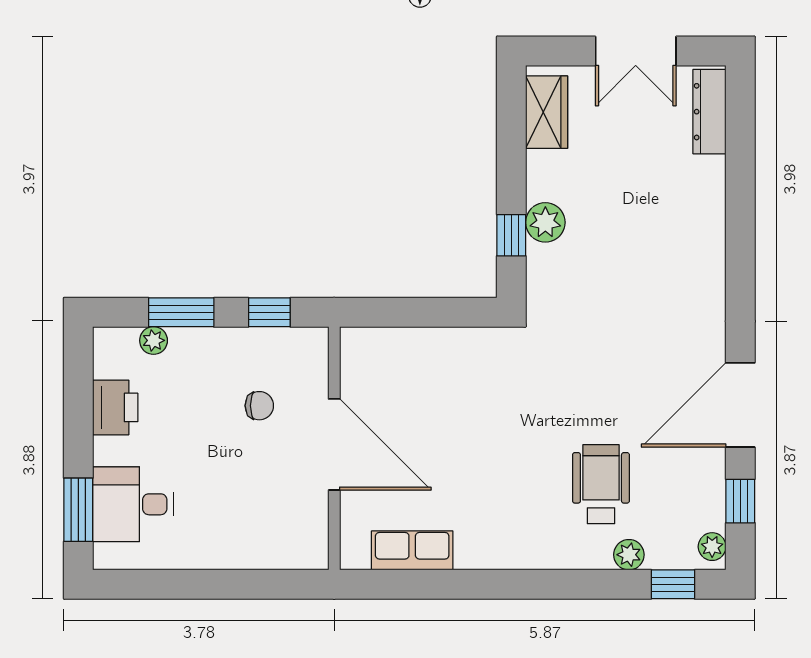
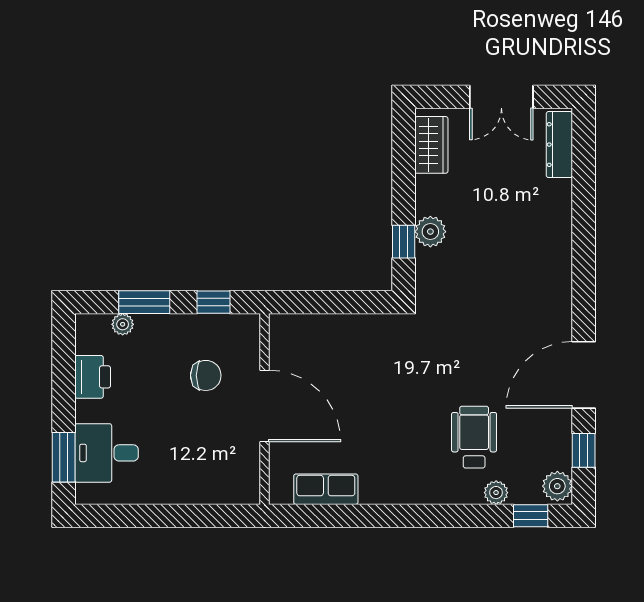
chair: (259, 406) -> (206, 375), width x1.37, depth x1.37
plant: (712, 547) -> (557, 486), width x1.38, depth x1.38

